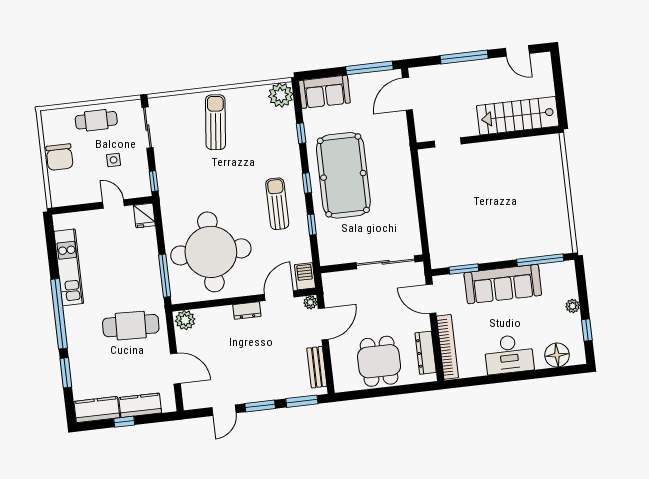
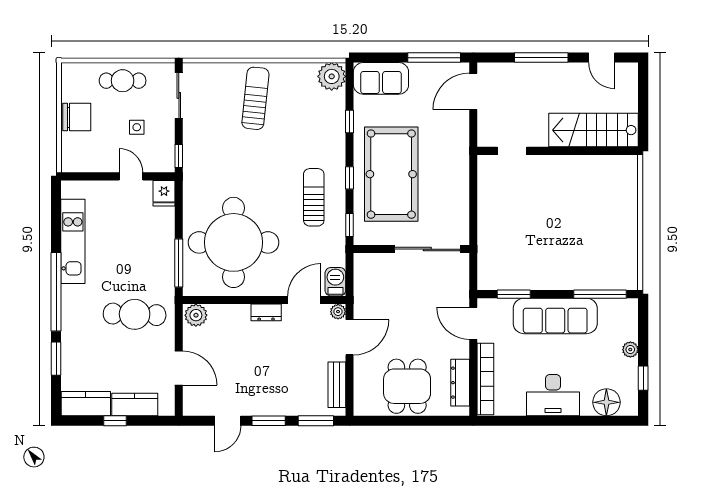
chair: (60, 157) -> (77, 117), turned -90
sliding door: (386, 262) -> (427, 249), moved
wall: (372, 264) -> (411, 249), moved

